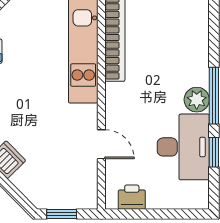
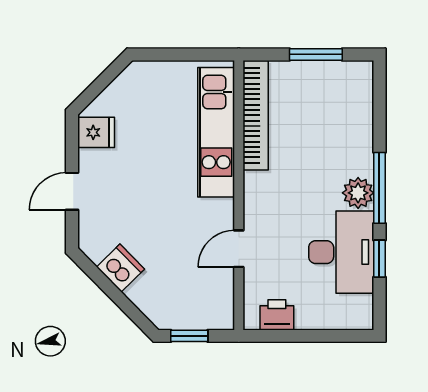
door: (101, 144) -> (239, 249), swing flipped

